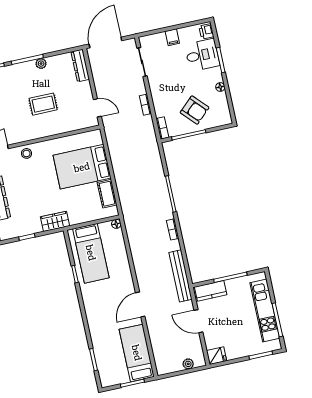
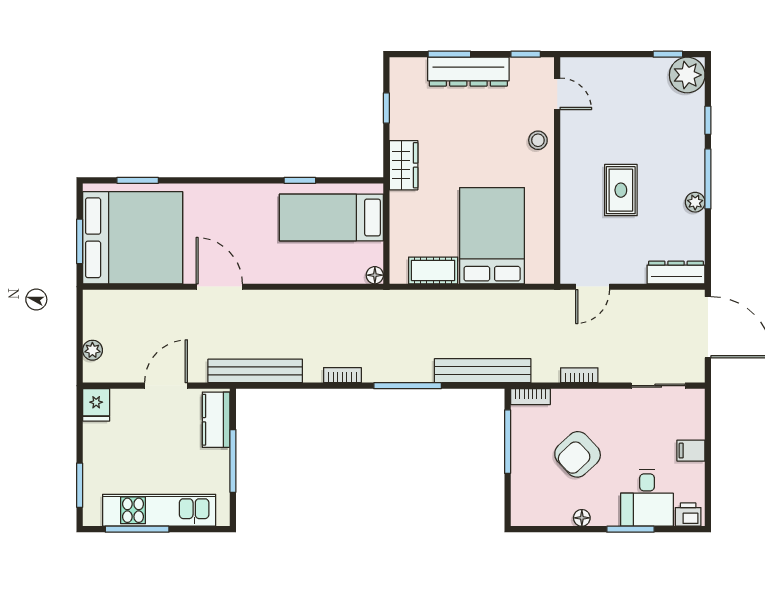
armchair: (195, 110) -> (578, 454), moved
bench: (154, 156) -> (483, 371), added
bed: (137, 353) -> (133, 238), width x2.04

